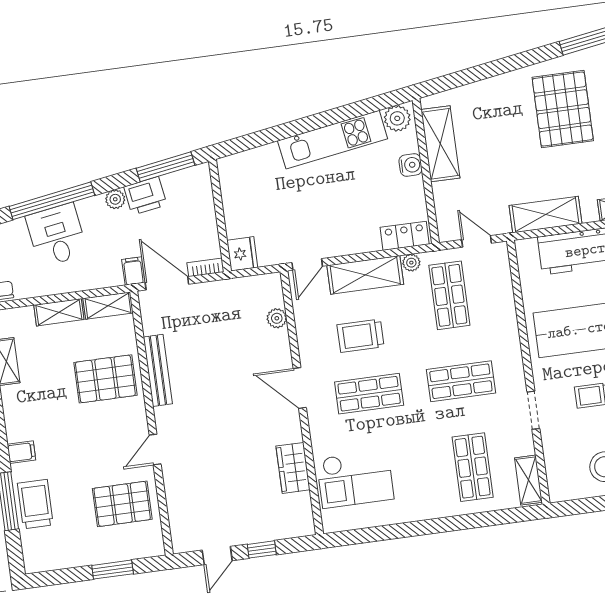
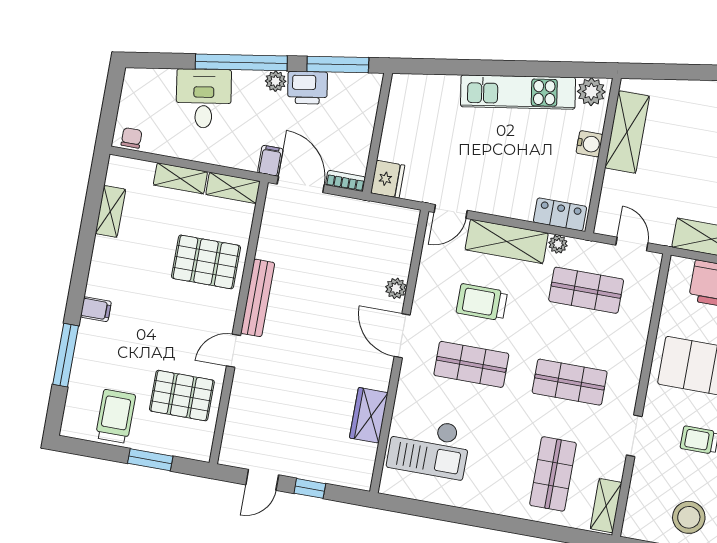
window: (52, 201) -> (241, 62), moved
shop shelf: (449, 295) -> (586, 290), turned 90
plant: (277, 318) -> (396, 288), moved
bench: (158, 370) -> (258, 298), moved
trolley: (35, 504) -> (115, 416), moved

